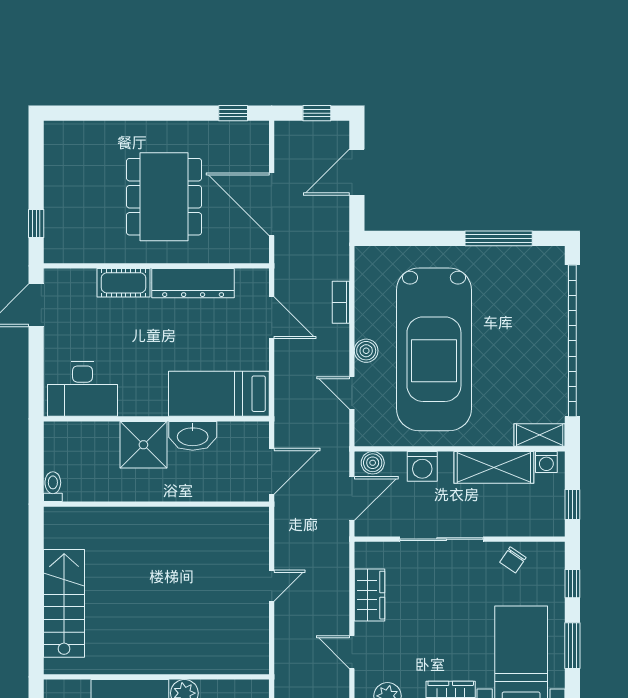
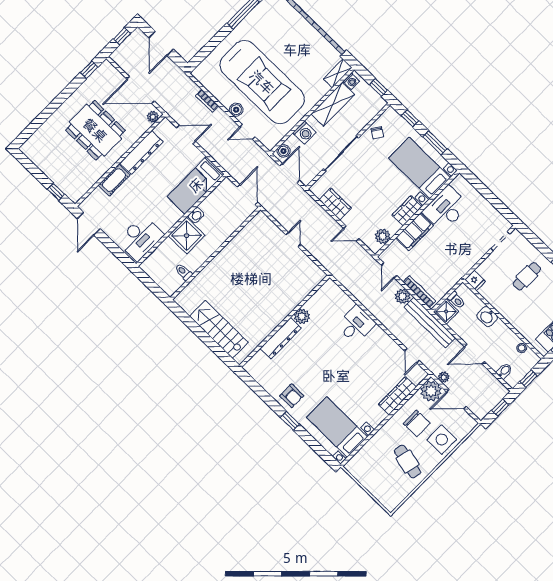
plant: (253, 253) -> (153, 117), added
washbasin: (193, 436) -> (196, 215), width x0.52, depth x0.69
toilet: (53, 487) -> (184, 272), moved

